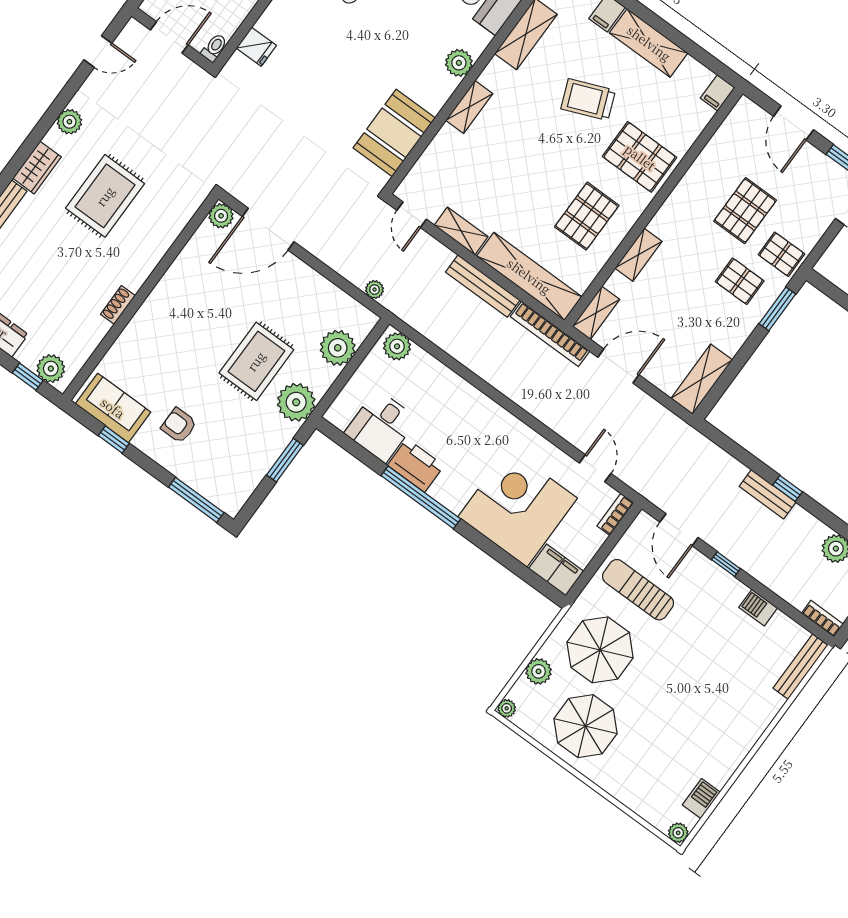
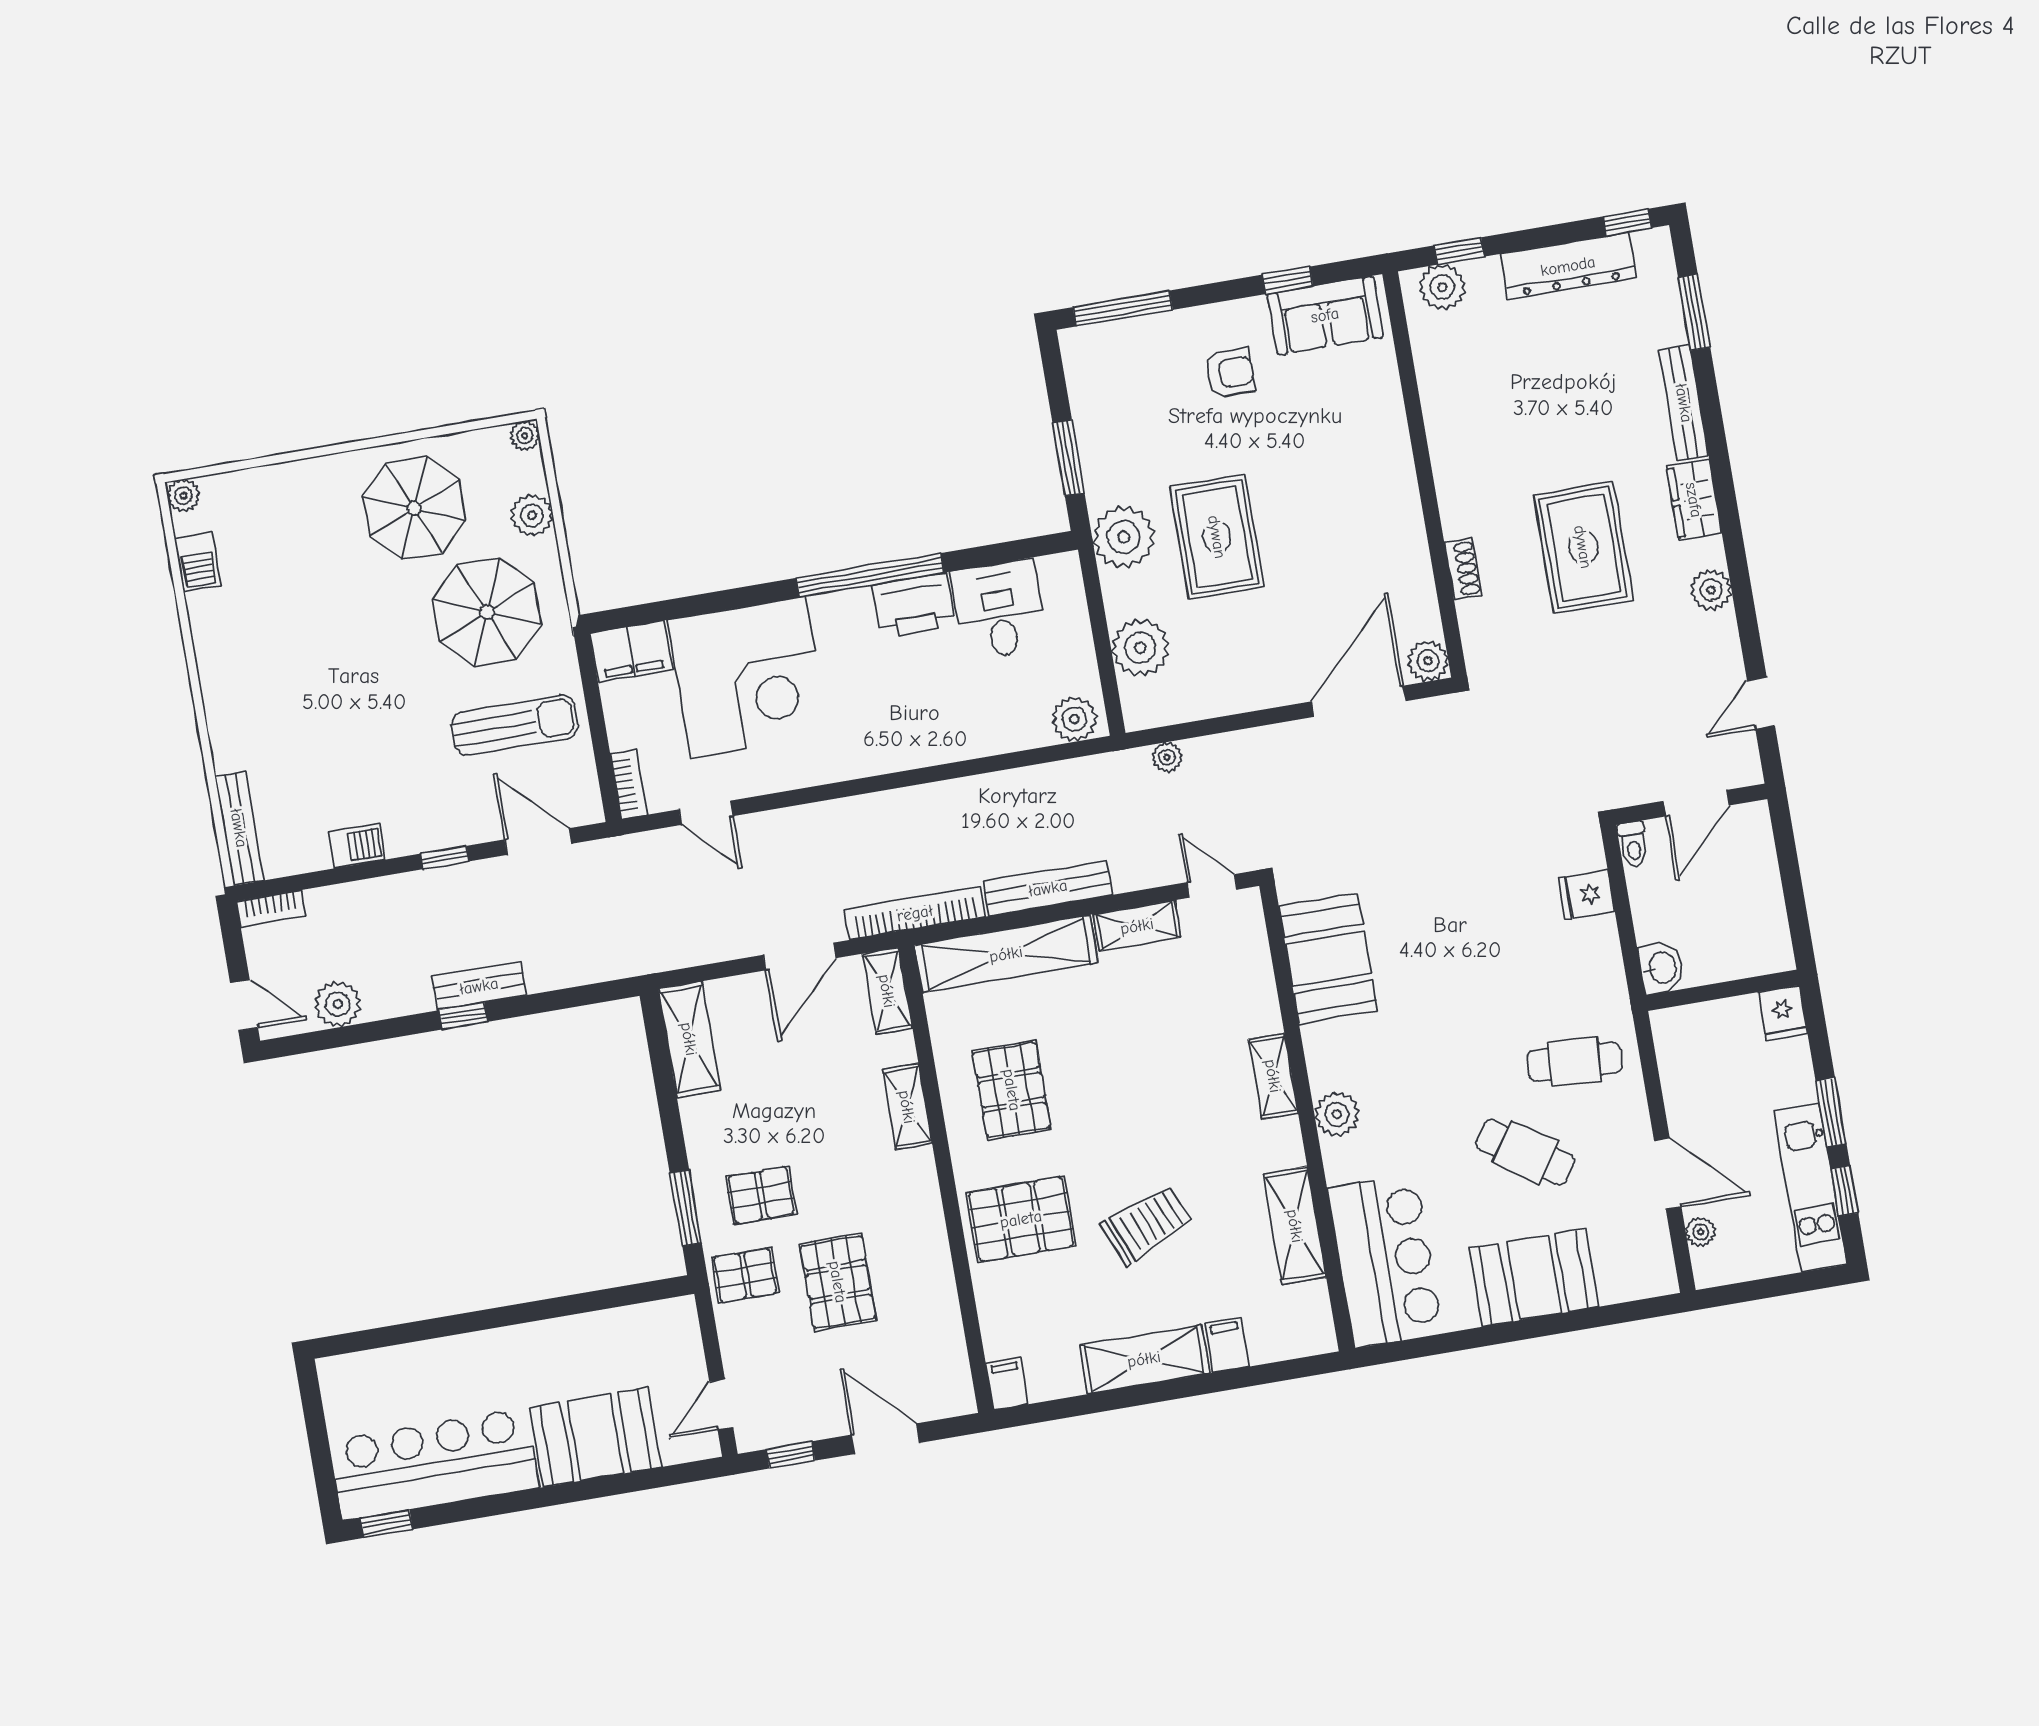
shoe rack: (118, 305) -> (1463, 569), moved

